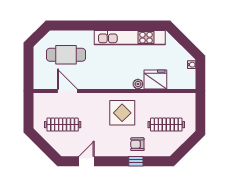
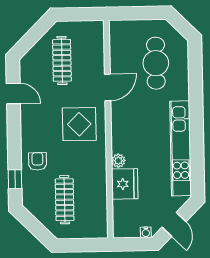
door: (186, 44) -> (174, 224), added
door: (67, 91) -> (108, 87), moved
display table: (122, 113) -> (79, 124), moved
window: (136, 161) -> (15, 179), moved

